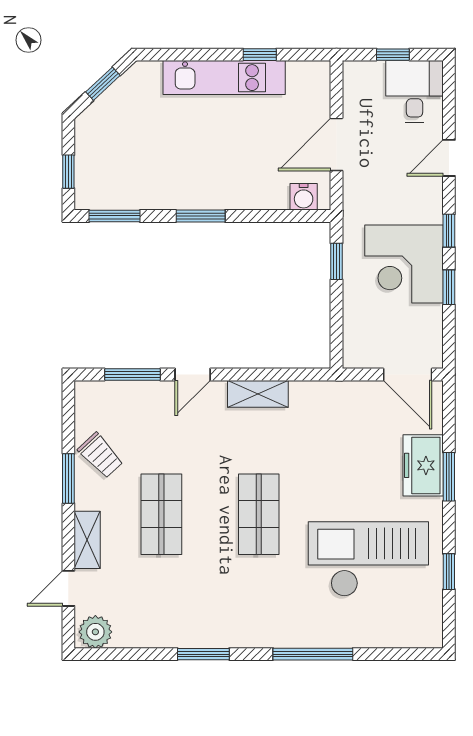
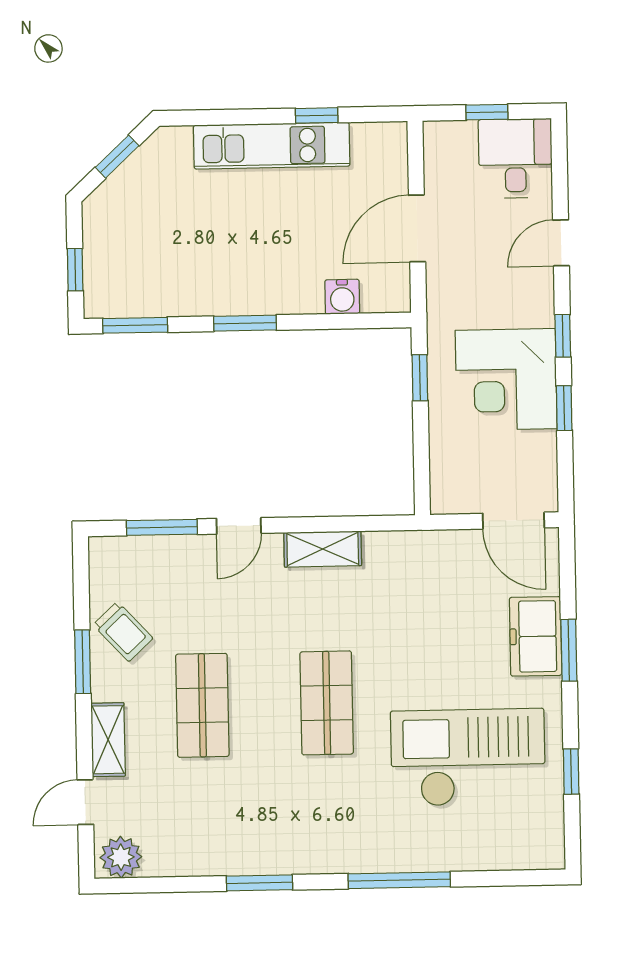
water cooler: (304, 197) -> (342, 297), moved

